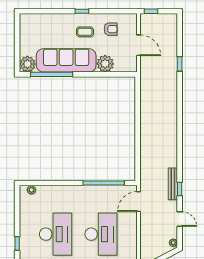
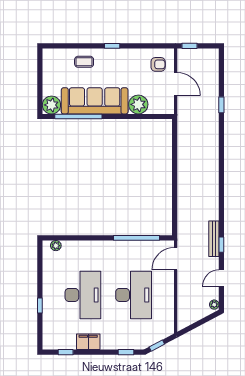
armchair: (111, 29) -> (158, 64), moved
coffee table: (85, 32) -> (84, 62), moved
door: (180, 219) -> (221, 278), swing flipped

